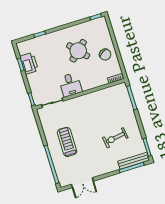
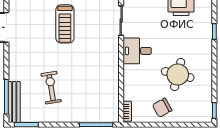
round table: (78, 51) -> (178, 75), turned -34
treadmill: (67, 142) -> (65, 24), turned 90

